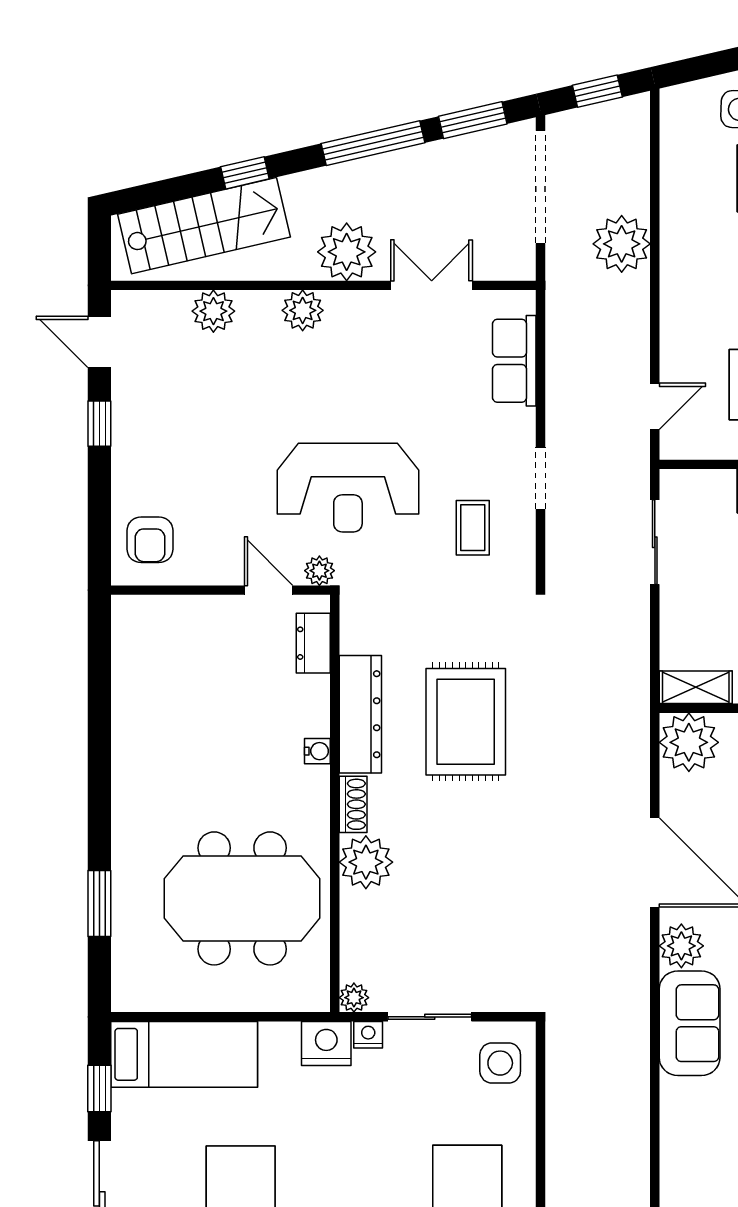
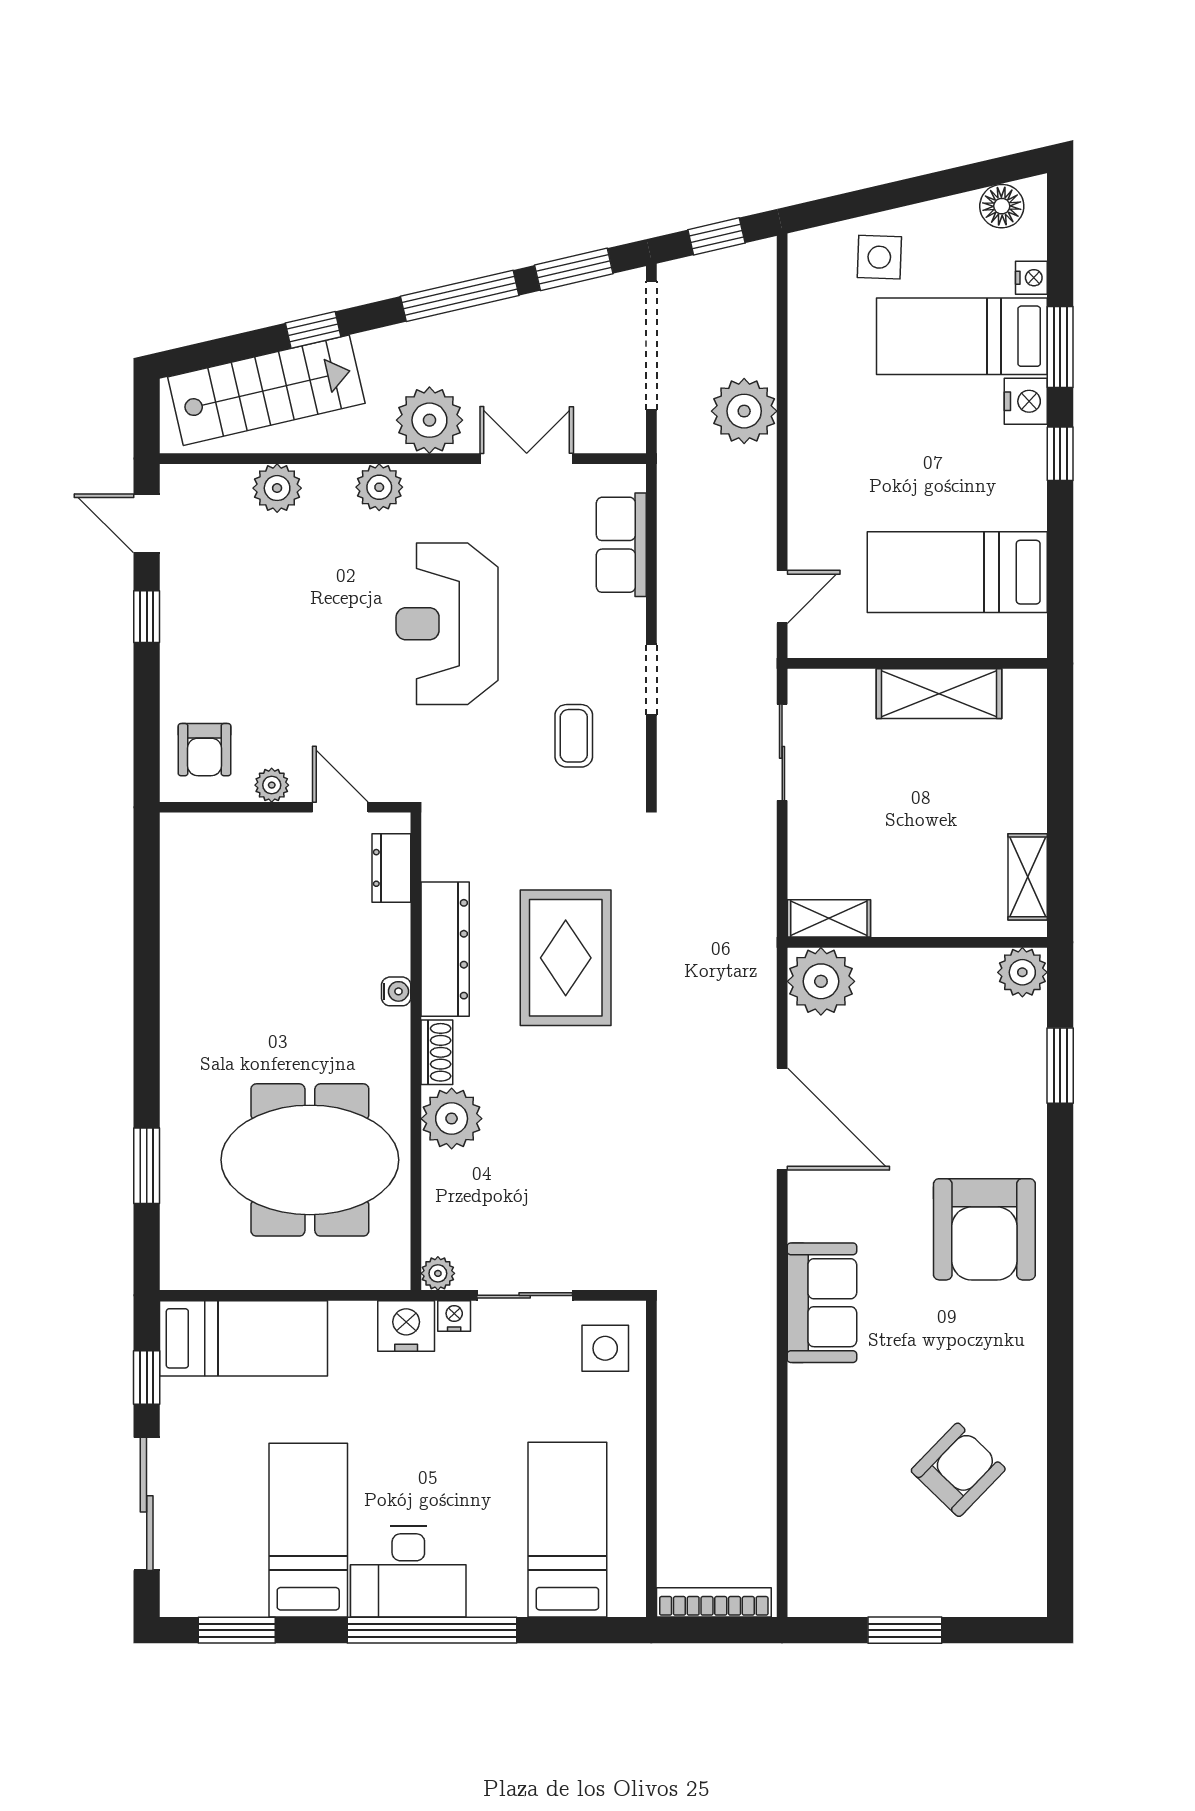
reception desk: (348, 488) -> (447, 624), moved, turned 90
plant: (319, 571) -> (272, 785), moved
plant: (681, 946) -> (812, 1214), removed

